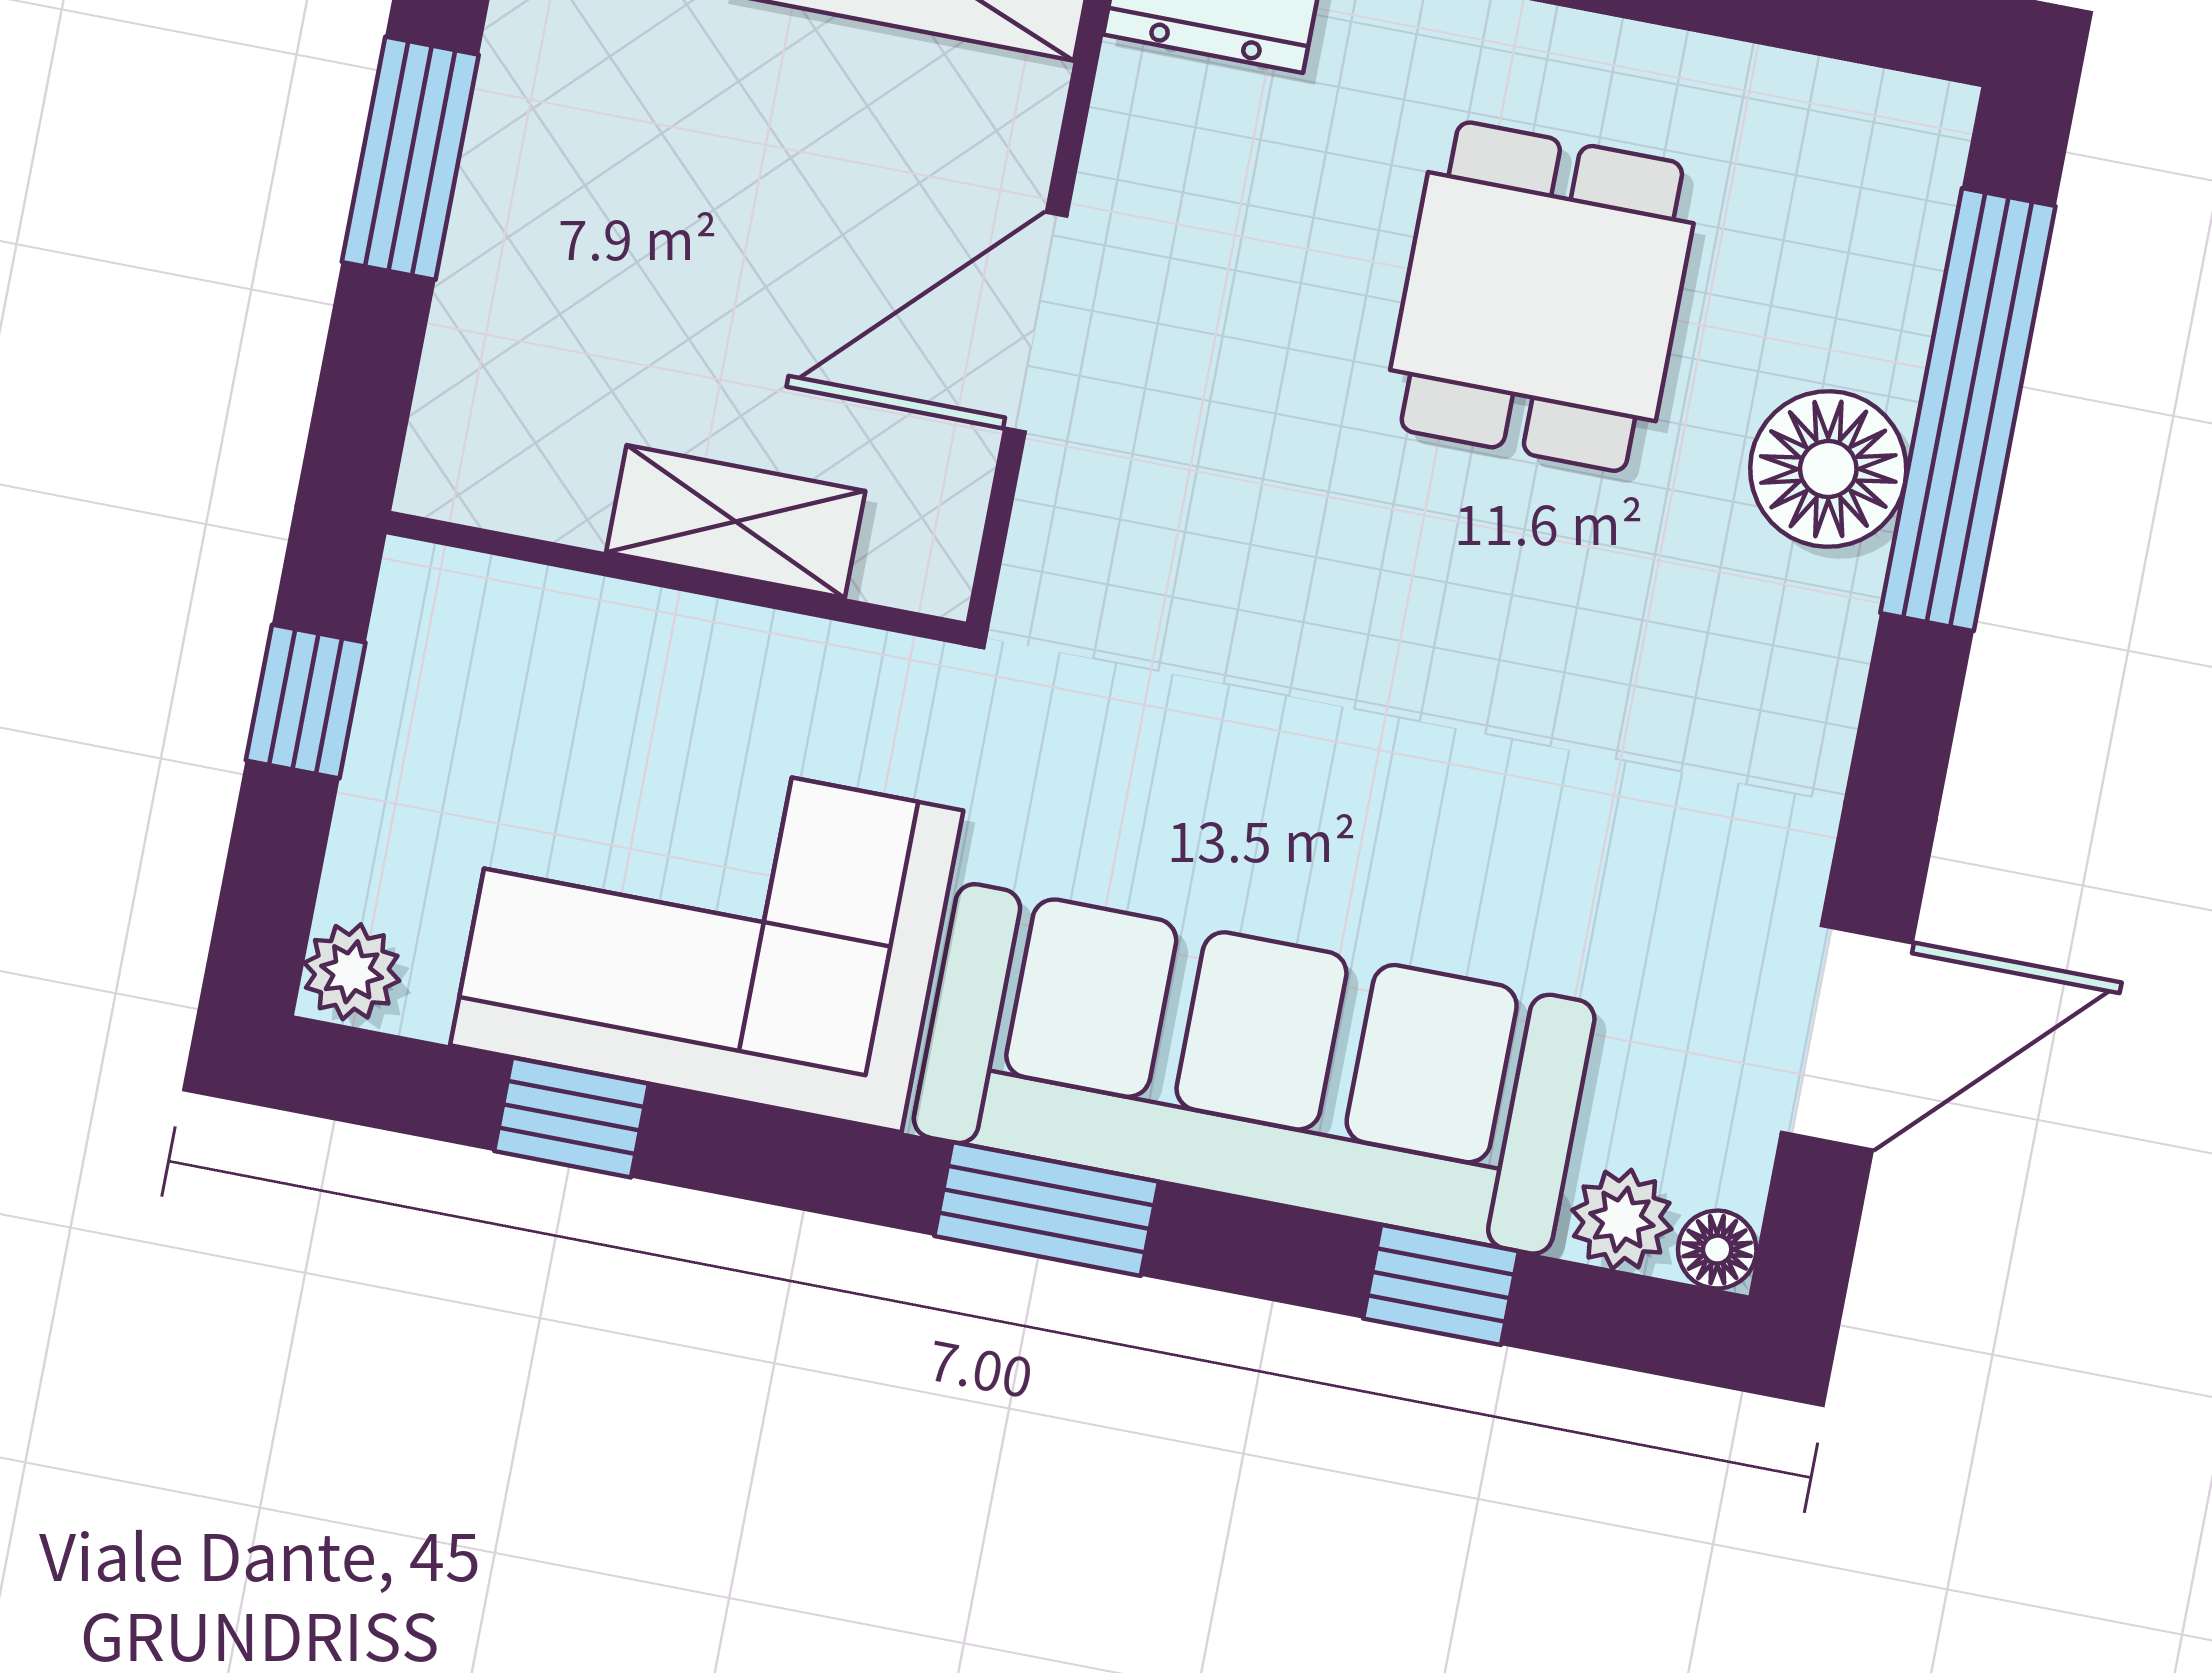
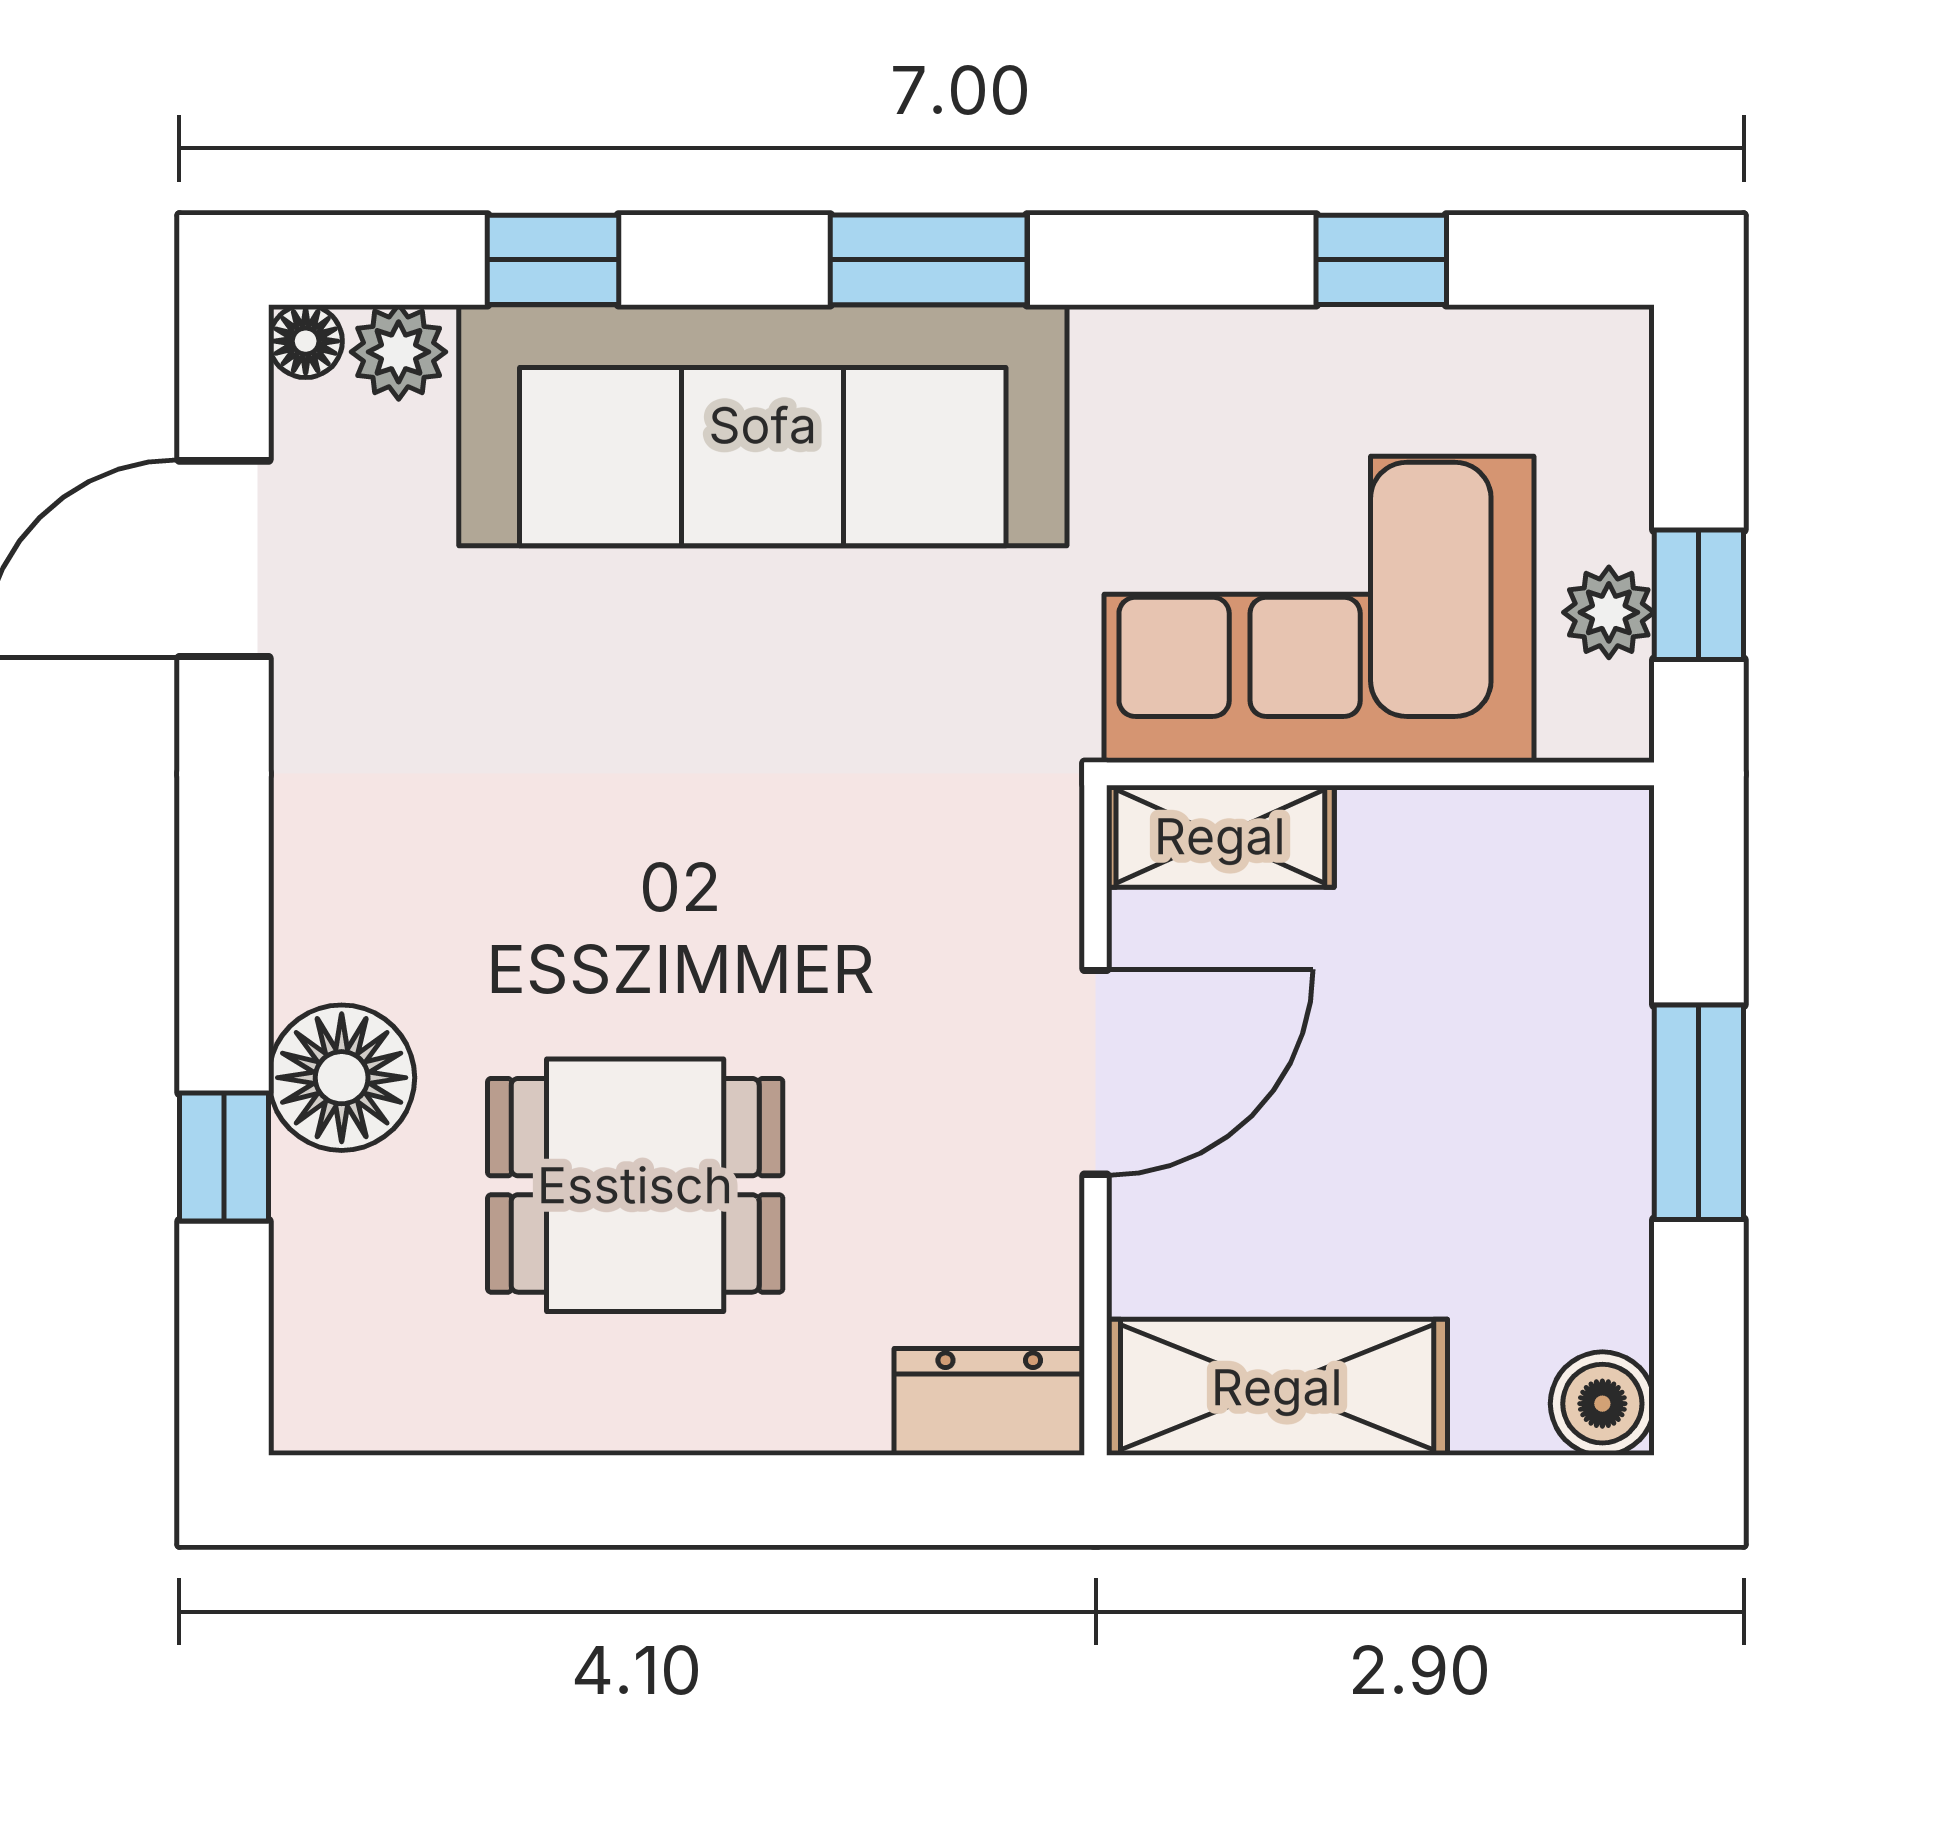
dining table: (1542, 297) -> (635, 1185), turned 90
window: (1968, 410) -> (224, 1157), width x0.32
shelving: (736, 522) -> (1220, 836), moved
corner sofa: (707, 928) -> (1319, 609), moved, turned 180
plant: (352, 972) -> (1609, 612), moved

